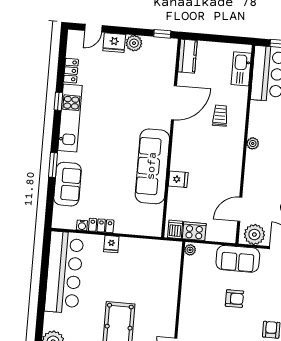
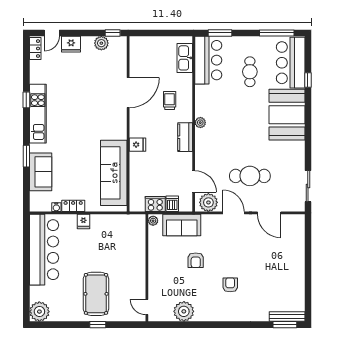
plant: (134, 43) -> (101, 43), moved
kitchen counter: (188, 56) -> (185, 137), moved, turned 180
locker: (71, 71) -> (35, 49), moved
sofa: (152, 166) -> (114, 173), moved
fridge: (178, 179) -> (137, 145), moved
door: (240, 209) -> (194, 181), swing flipped
dishwasher: (175, 229) -> (172, 204), moved
sofa: (238, 259) -> (182, 225), moved
armchair: (234, 299) -> (196, 260), turned 90

